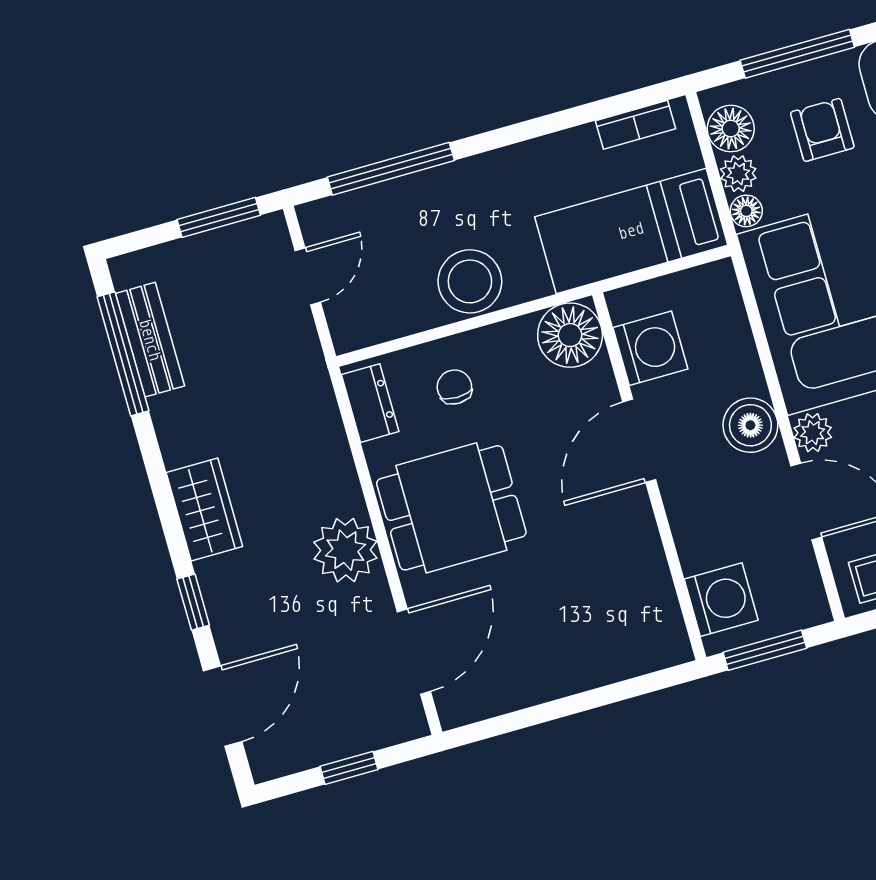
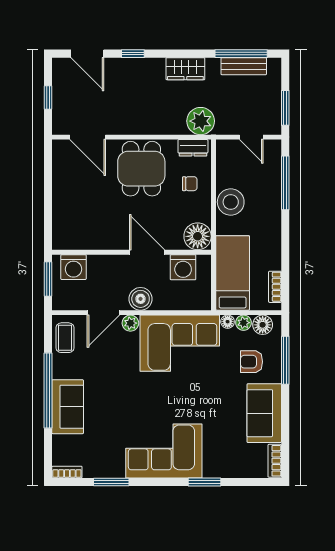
armchair: (822, 130) -> (252, 362), turned 180
wardrobe: (204, 510) -> (185, 69), moved
plant: (345, 550) -> (201, 121), moved

